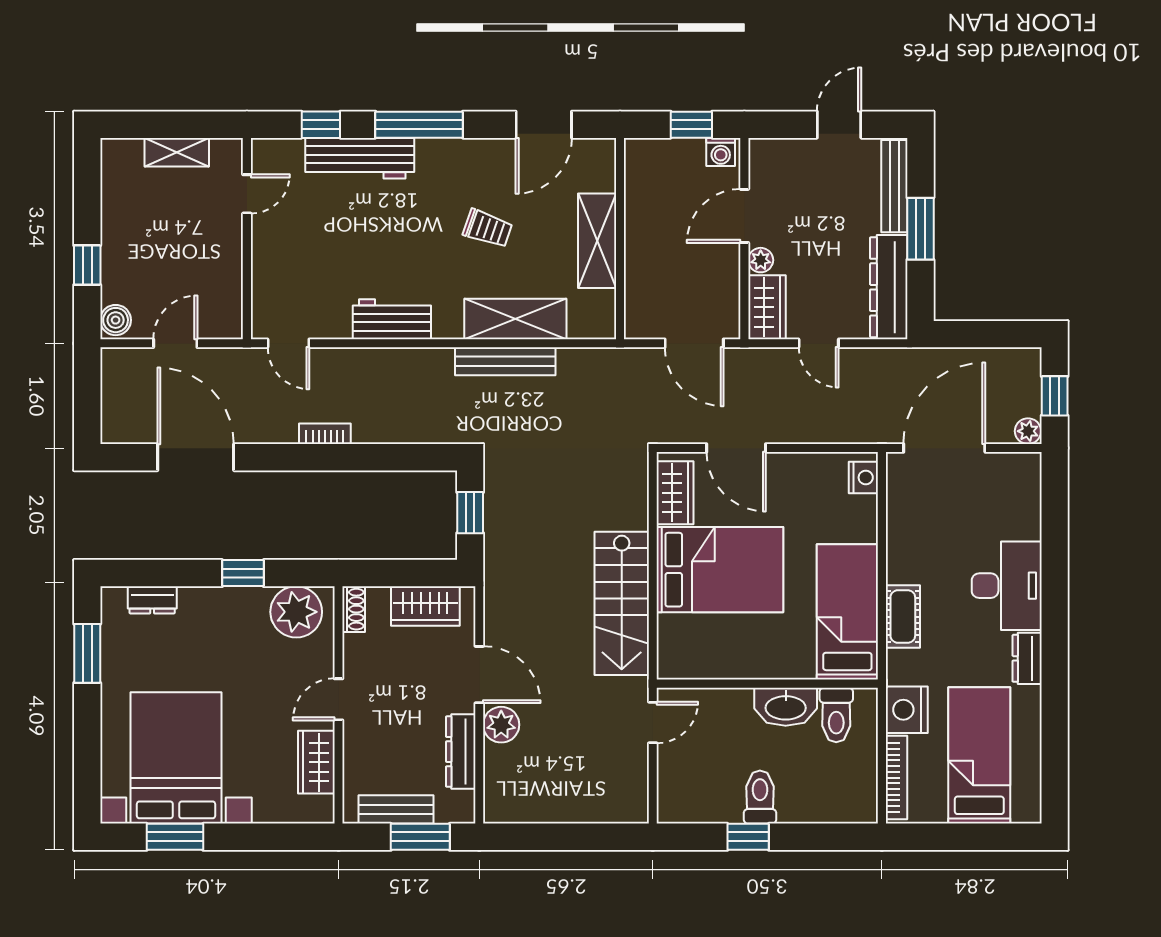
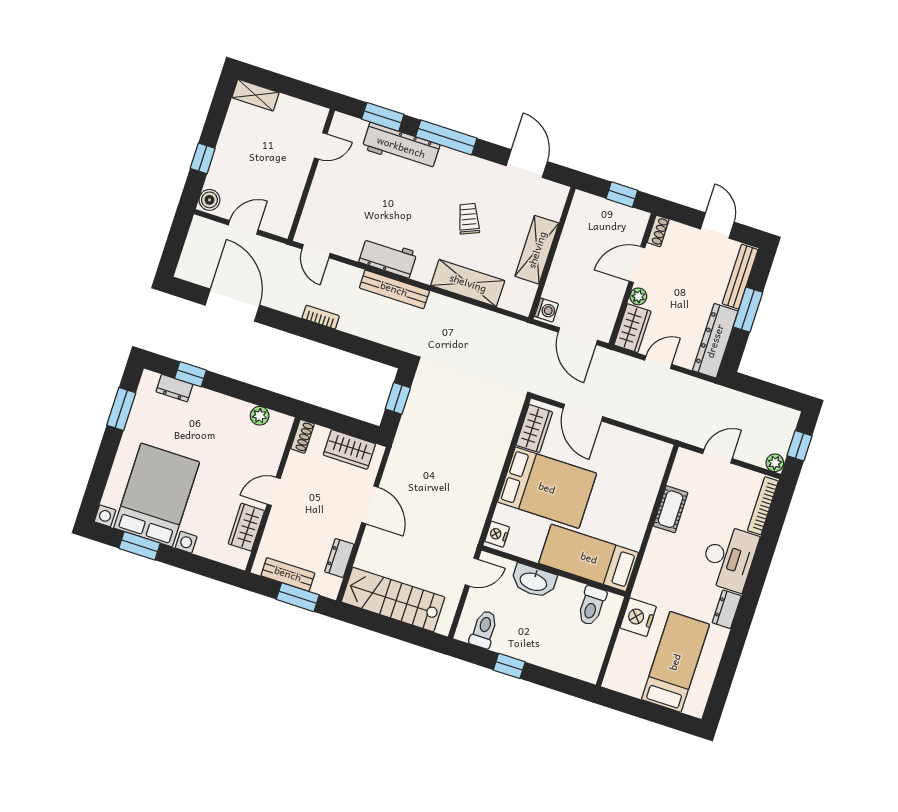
window: (321, 125) -> (383, 117), width x1.50
door: (544, 125) -> (527, 164), swing flipped
door: (839, 125) -> (717, 225), hinge flipped
shelving: (177, 152) -> (255, 95), moved
washing machine: (721, 152) -> (546, 310), moved, turned -90
shoe rack: (759, 159) -> (658, 231), added
trolley: (488, 228) -> (469, 219), turned -132
door: (819, 343) -> (658, 362), swing flipped
bench: (505, 361) -> (394, 289), moved
door: (944, 448) -> (717, 456), width x0.53
nightstand: (863, 477) -> (497, 534), moved, turned 180
window: (243, 573) -> (191, 374), moved
stairs: (622, 603) -> (393, 600), moved, turned 90
plant: (296, 612) -> (260, 416), width x0.53, depth x0.53
bed: (847, 612) -> (589, 558), moved, turned -90
cot: (903, 617) -> (671, 509), moved
washbasin: (786, 707) -> (534, 581), moved
plant: (501, 725) -> (373, 542), removed
dresser: (461, 752) -> (339, 558), width x0.70
bookcase: (896, 778) -> (763, 506), moved, turned 180
toilet: (760, 797) -> (484, 629), moved

